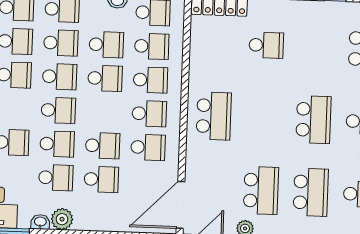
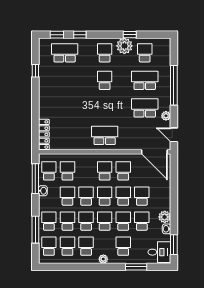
school desk: (266, 45) -> (65, 108), removed
school desk: (150, 80) -> (105, 196), moved
school desk: (313, 120) -> (105, 80), width x0.54

